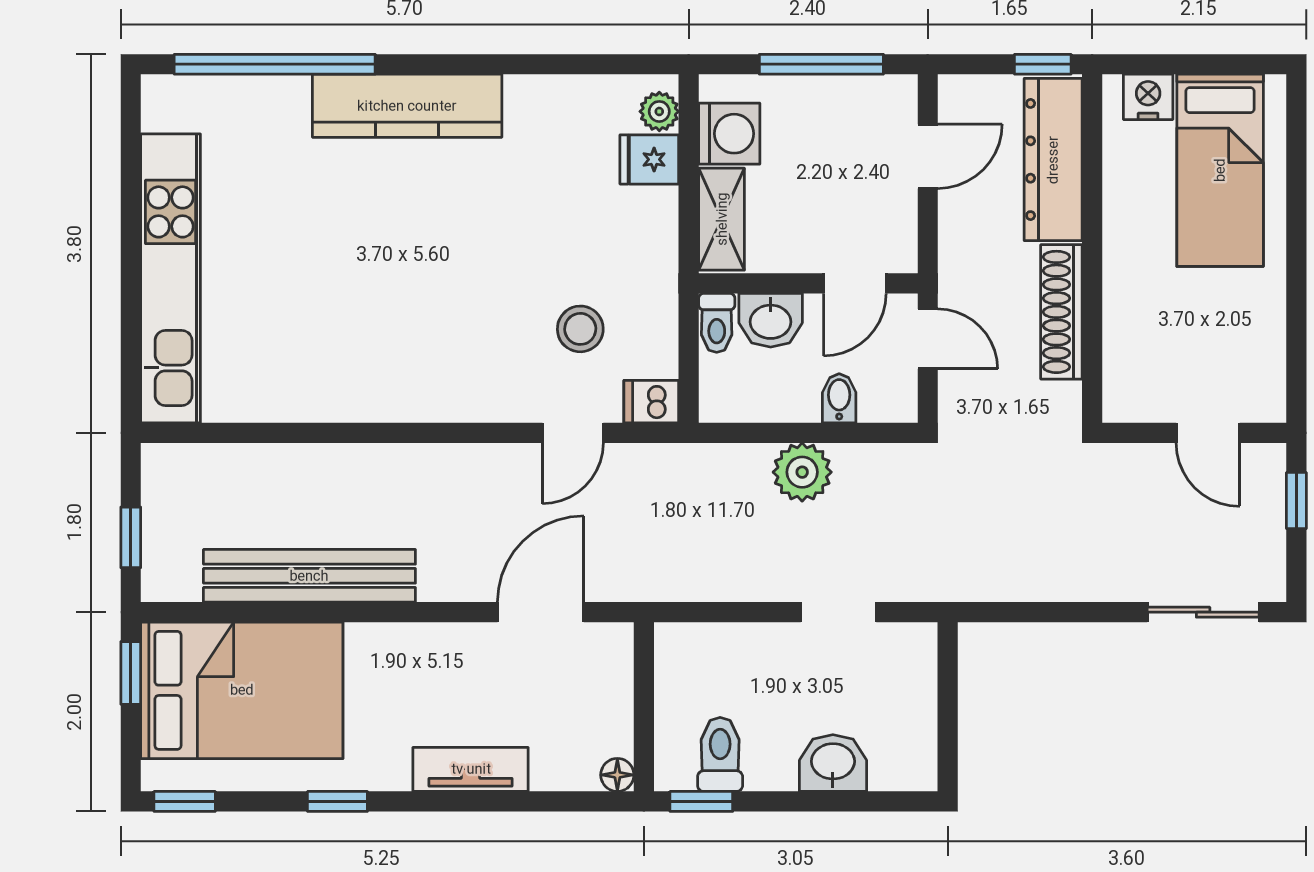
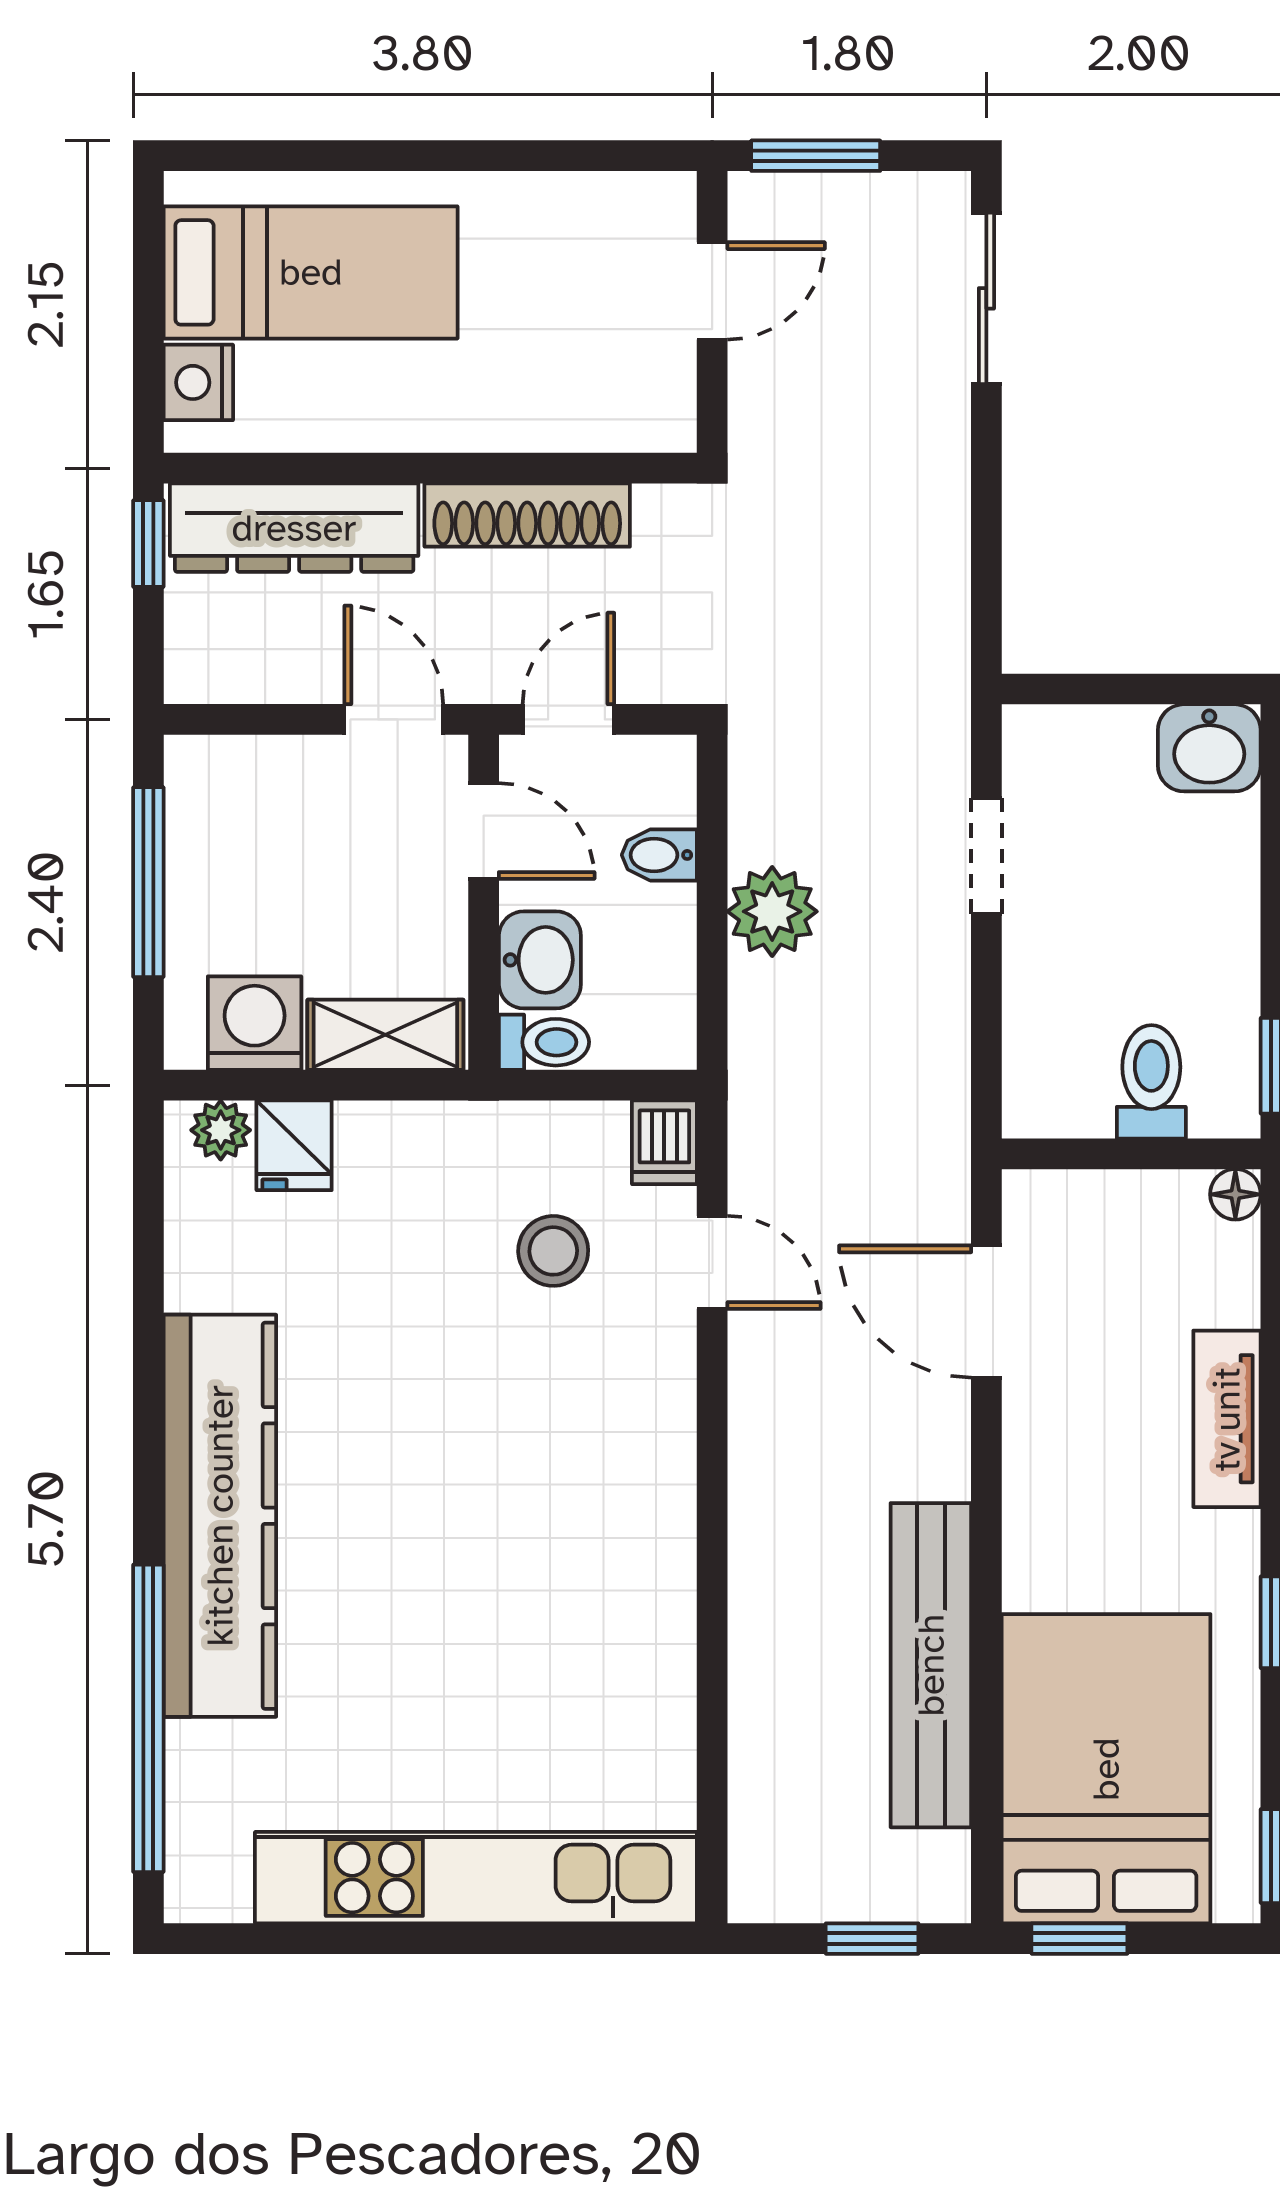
kitchen counter: (407, 106) -> (220, 1516), width x1.39, depth x1.17
door: (928, 156) -> (394, 719), moved
window: (1296, 501) -> (816, 156), width x1.50
toilet: (720, 754) -> (1151, 1082), moved, turned 90
washbasin: (833, 763) -> (1209, 748), moved, turned -90

